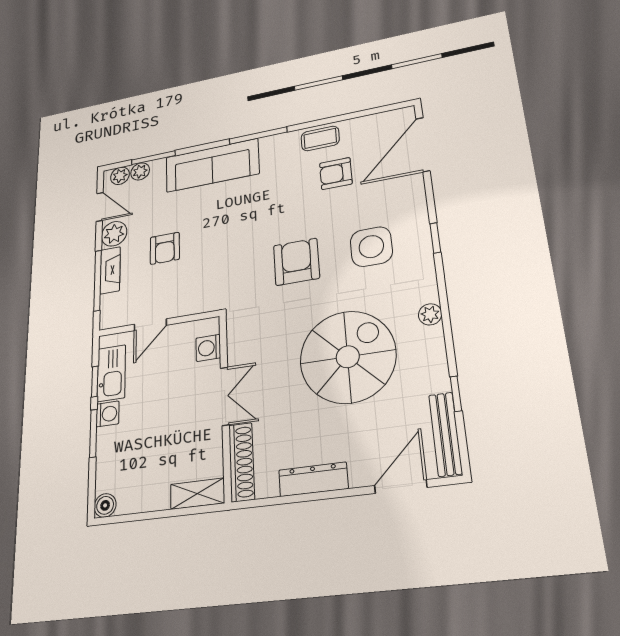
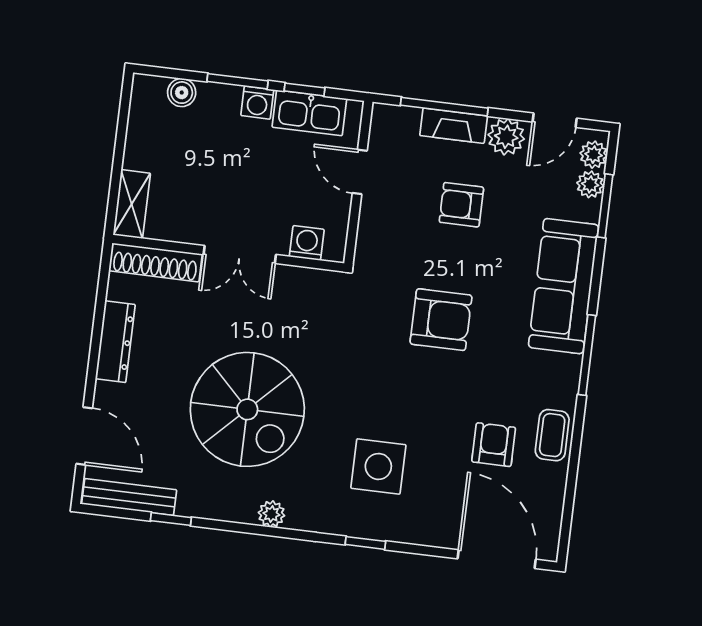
armchair: (296, 262) -> (441, 320), moved
boiler: (105, 505) -> (182, 93), moved

